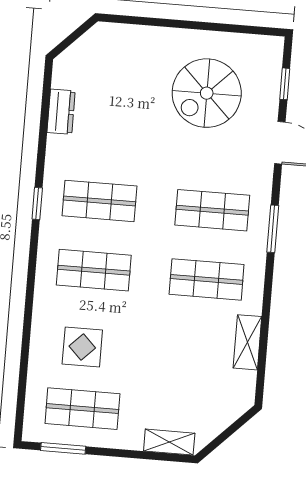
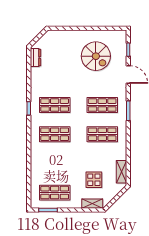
spiral stairs: (207, 93) -> (96, 56), turned -90
dresser: (61, 112) -> (35, 57), moved
shelving: (247, 342) -> (121, 172), moved
display table: (82, 347) -> (94, 180), moved

